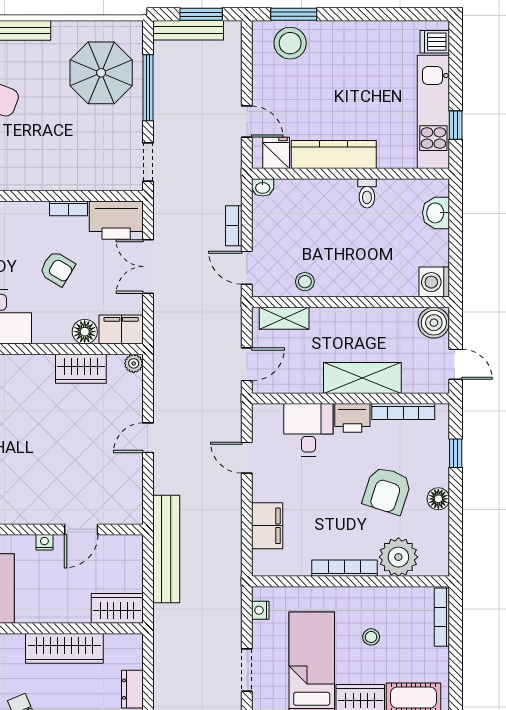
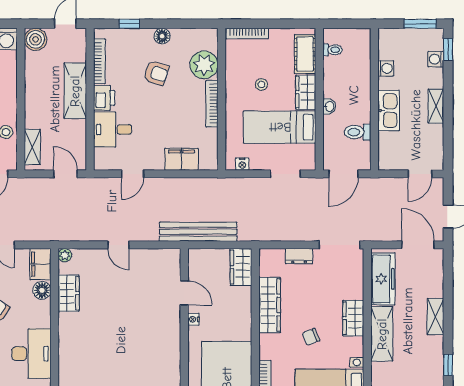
armchair: (387, 491) -> (156, 73), width x0.72, depth x0.72

